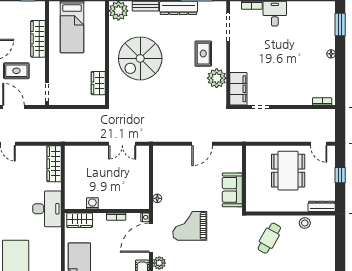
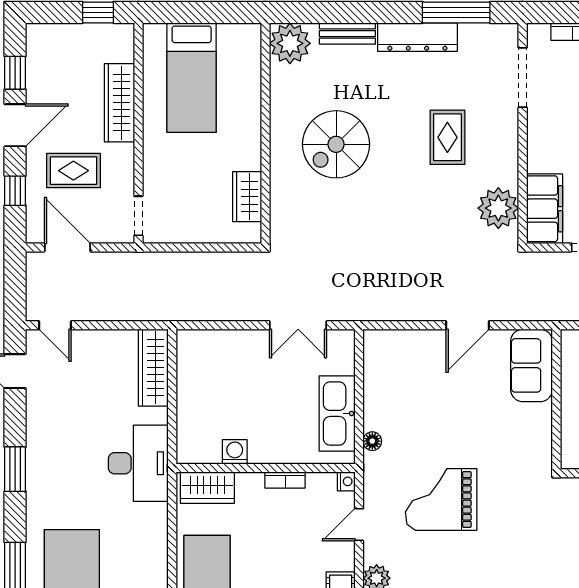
rug: (203, 54) -> (447, 137), moved
spiral stairs: (140, 58) -> (336, 144), width x0.73, depth x0.73
plant: (217, 78) -> (498, 208), moved
kitchen sink: (141, 185) -> (337, 413), added
sofa: (232, 190) -> (532, 365), moved
door: (151, 238) -> (359, 525), width x0.53

